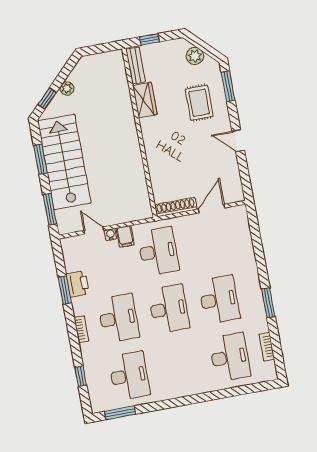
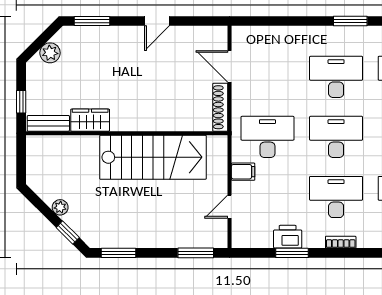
rug: (199, 103) -> (105, 58), removed
window: (40, 159) -> (118, 253), moved
stairs: (64, 162) -> (153, 157), moved, turned 180
water cooler: (111, 234) -> (238, 188), removed

